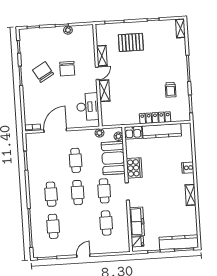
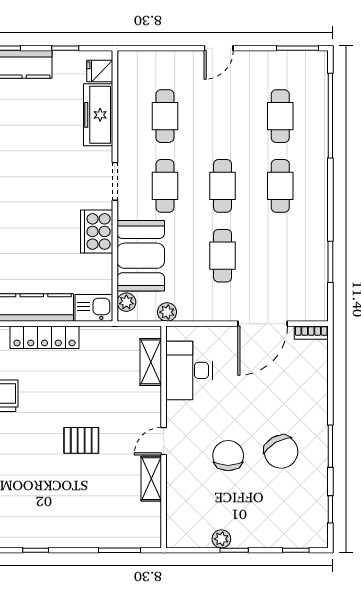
pallet: (131, 42) -> (81, 440), moved, width x0.67, depth x0.71
shelving: (104, 91) -> (151, 362), moved

